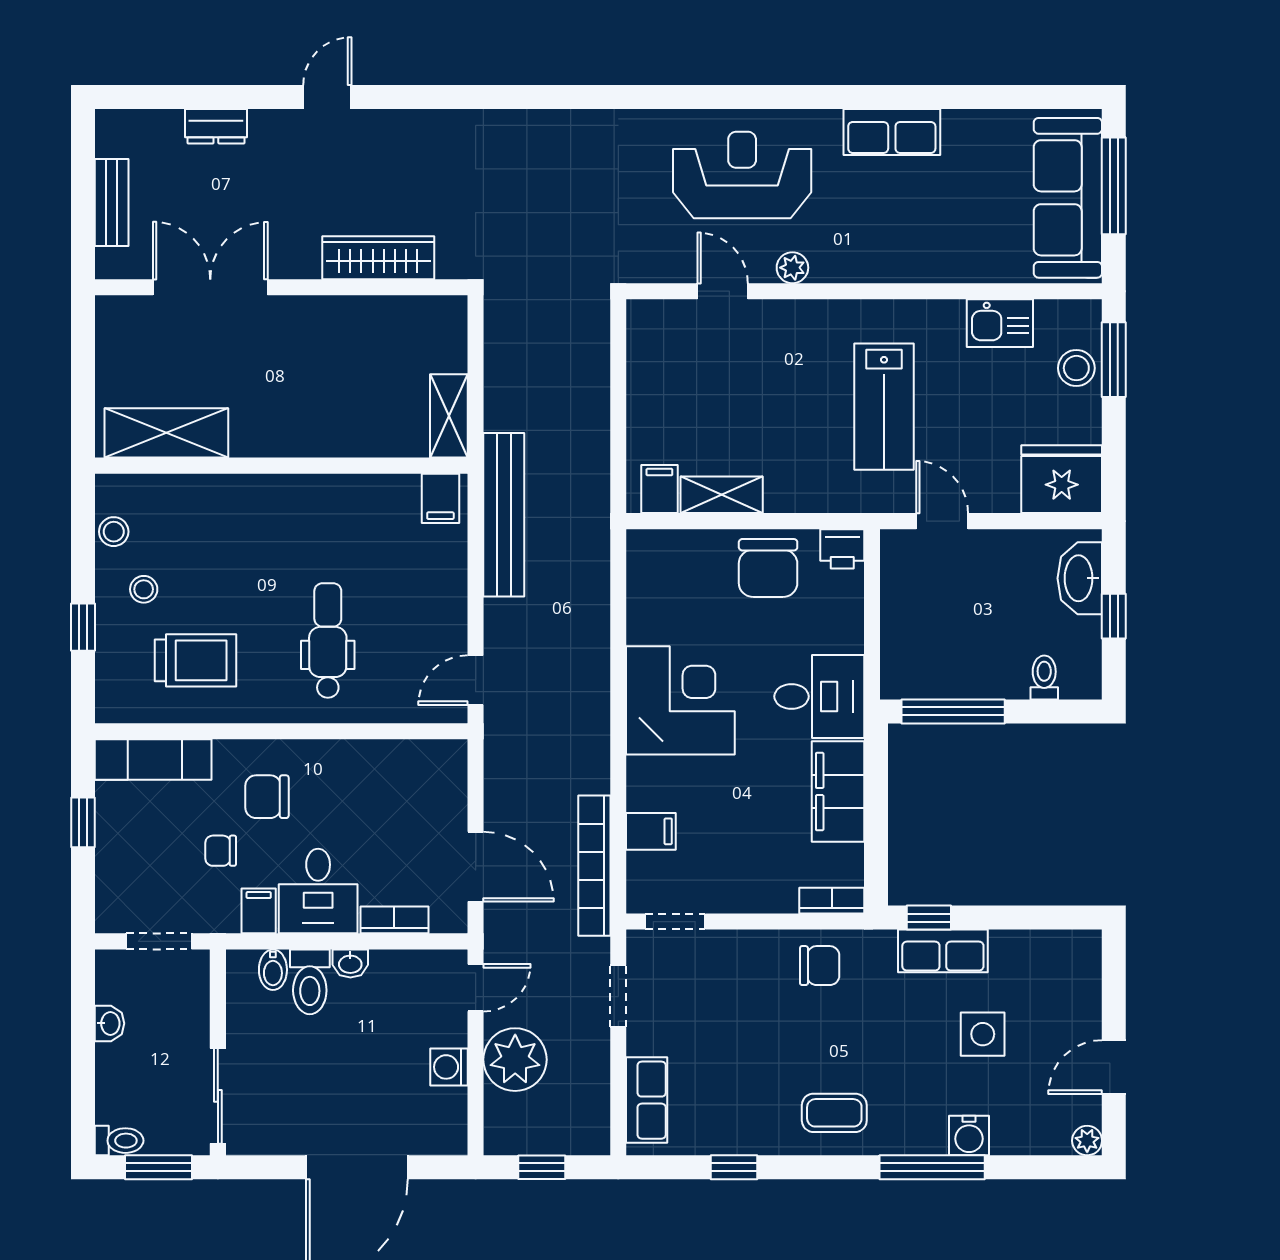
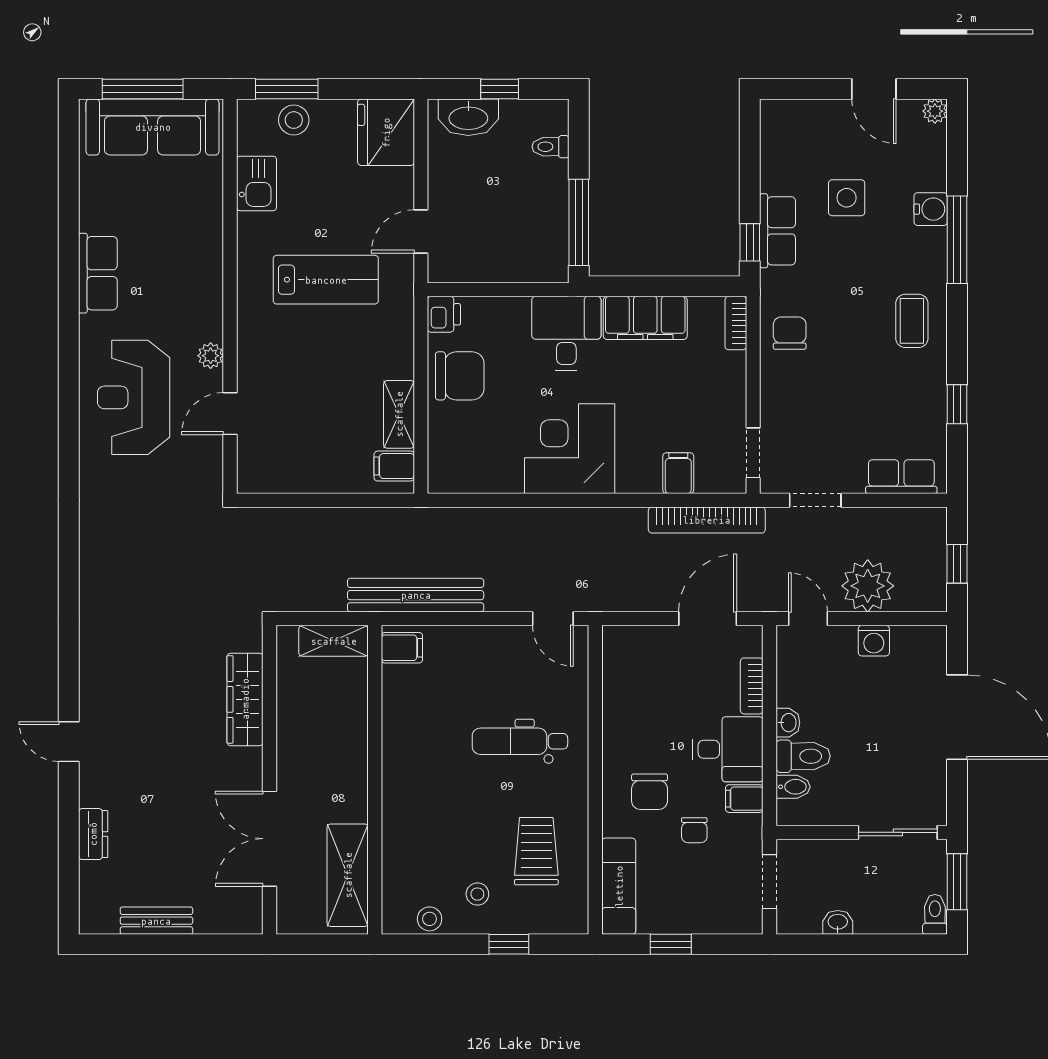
wardrobe: (378, 258) -> (245, 699), moved
double door: (210, 287) -> (270, 839), moved
wall: (281, 287) -> (270, 780), moved

